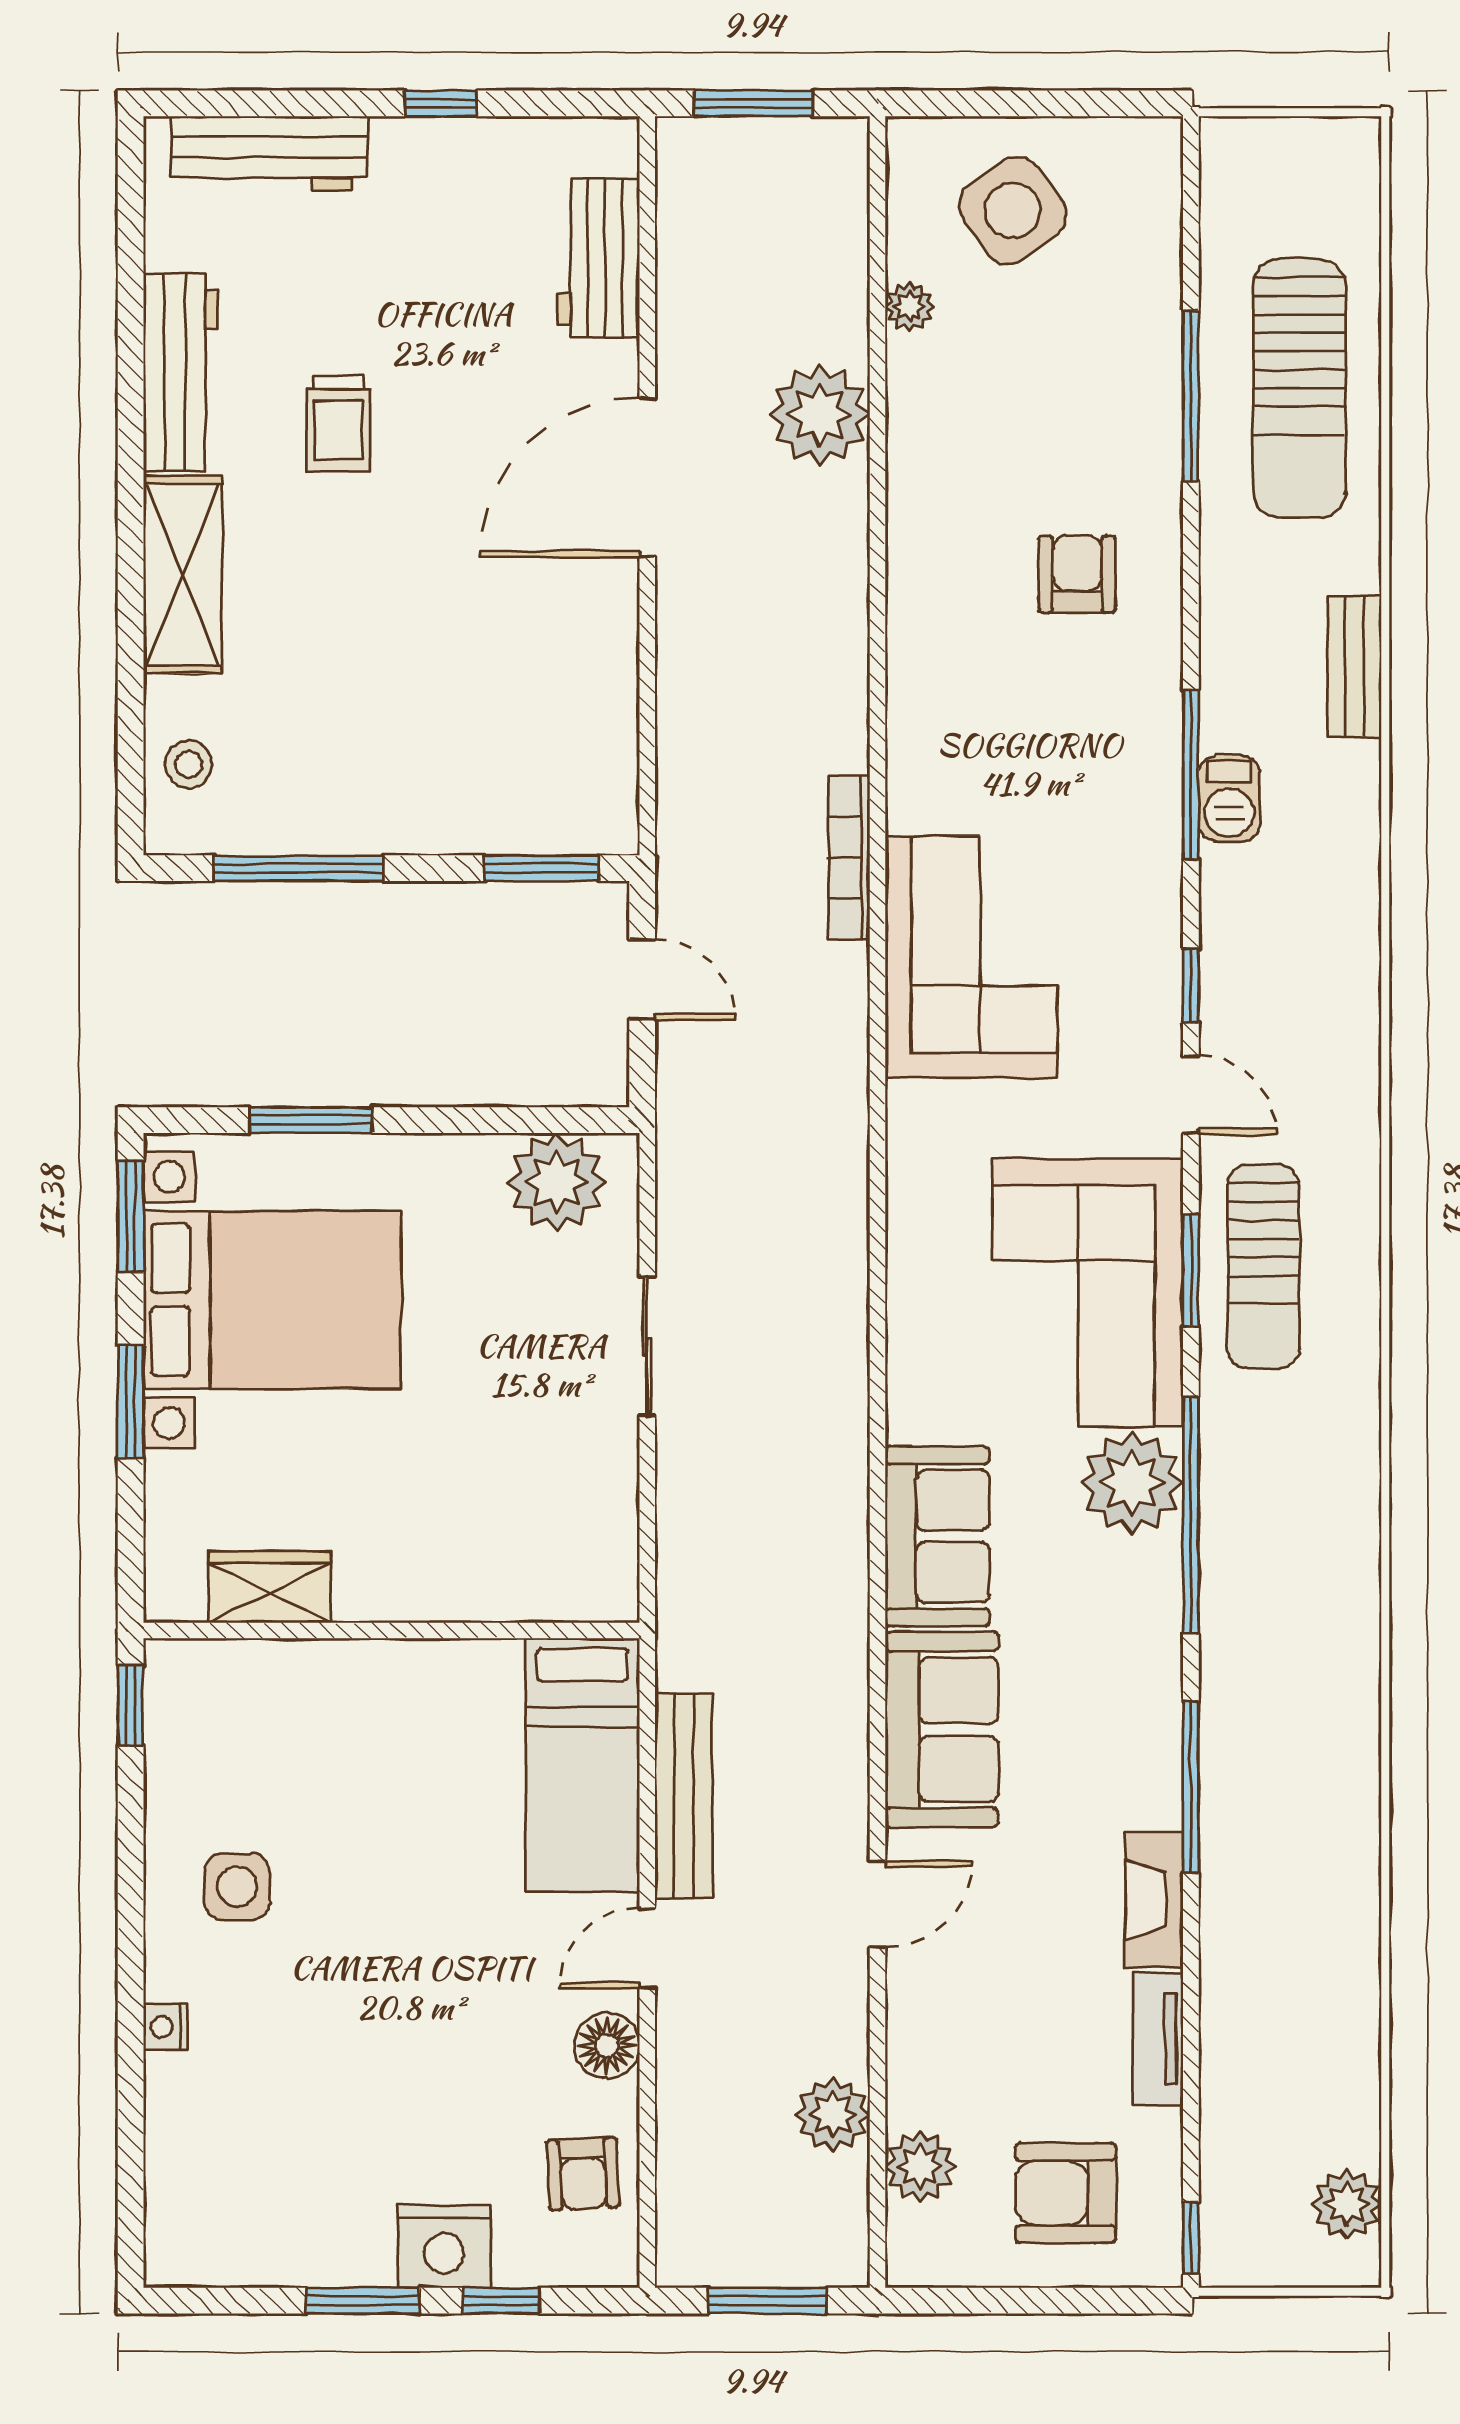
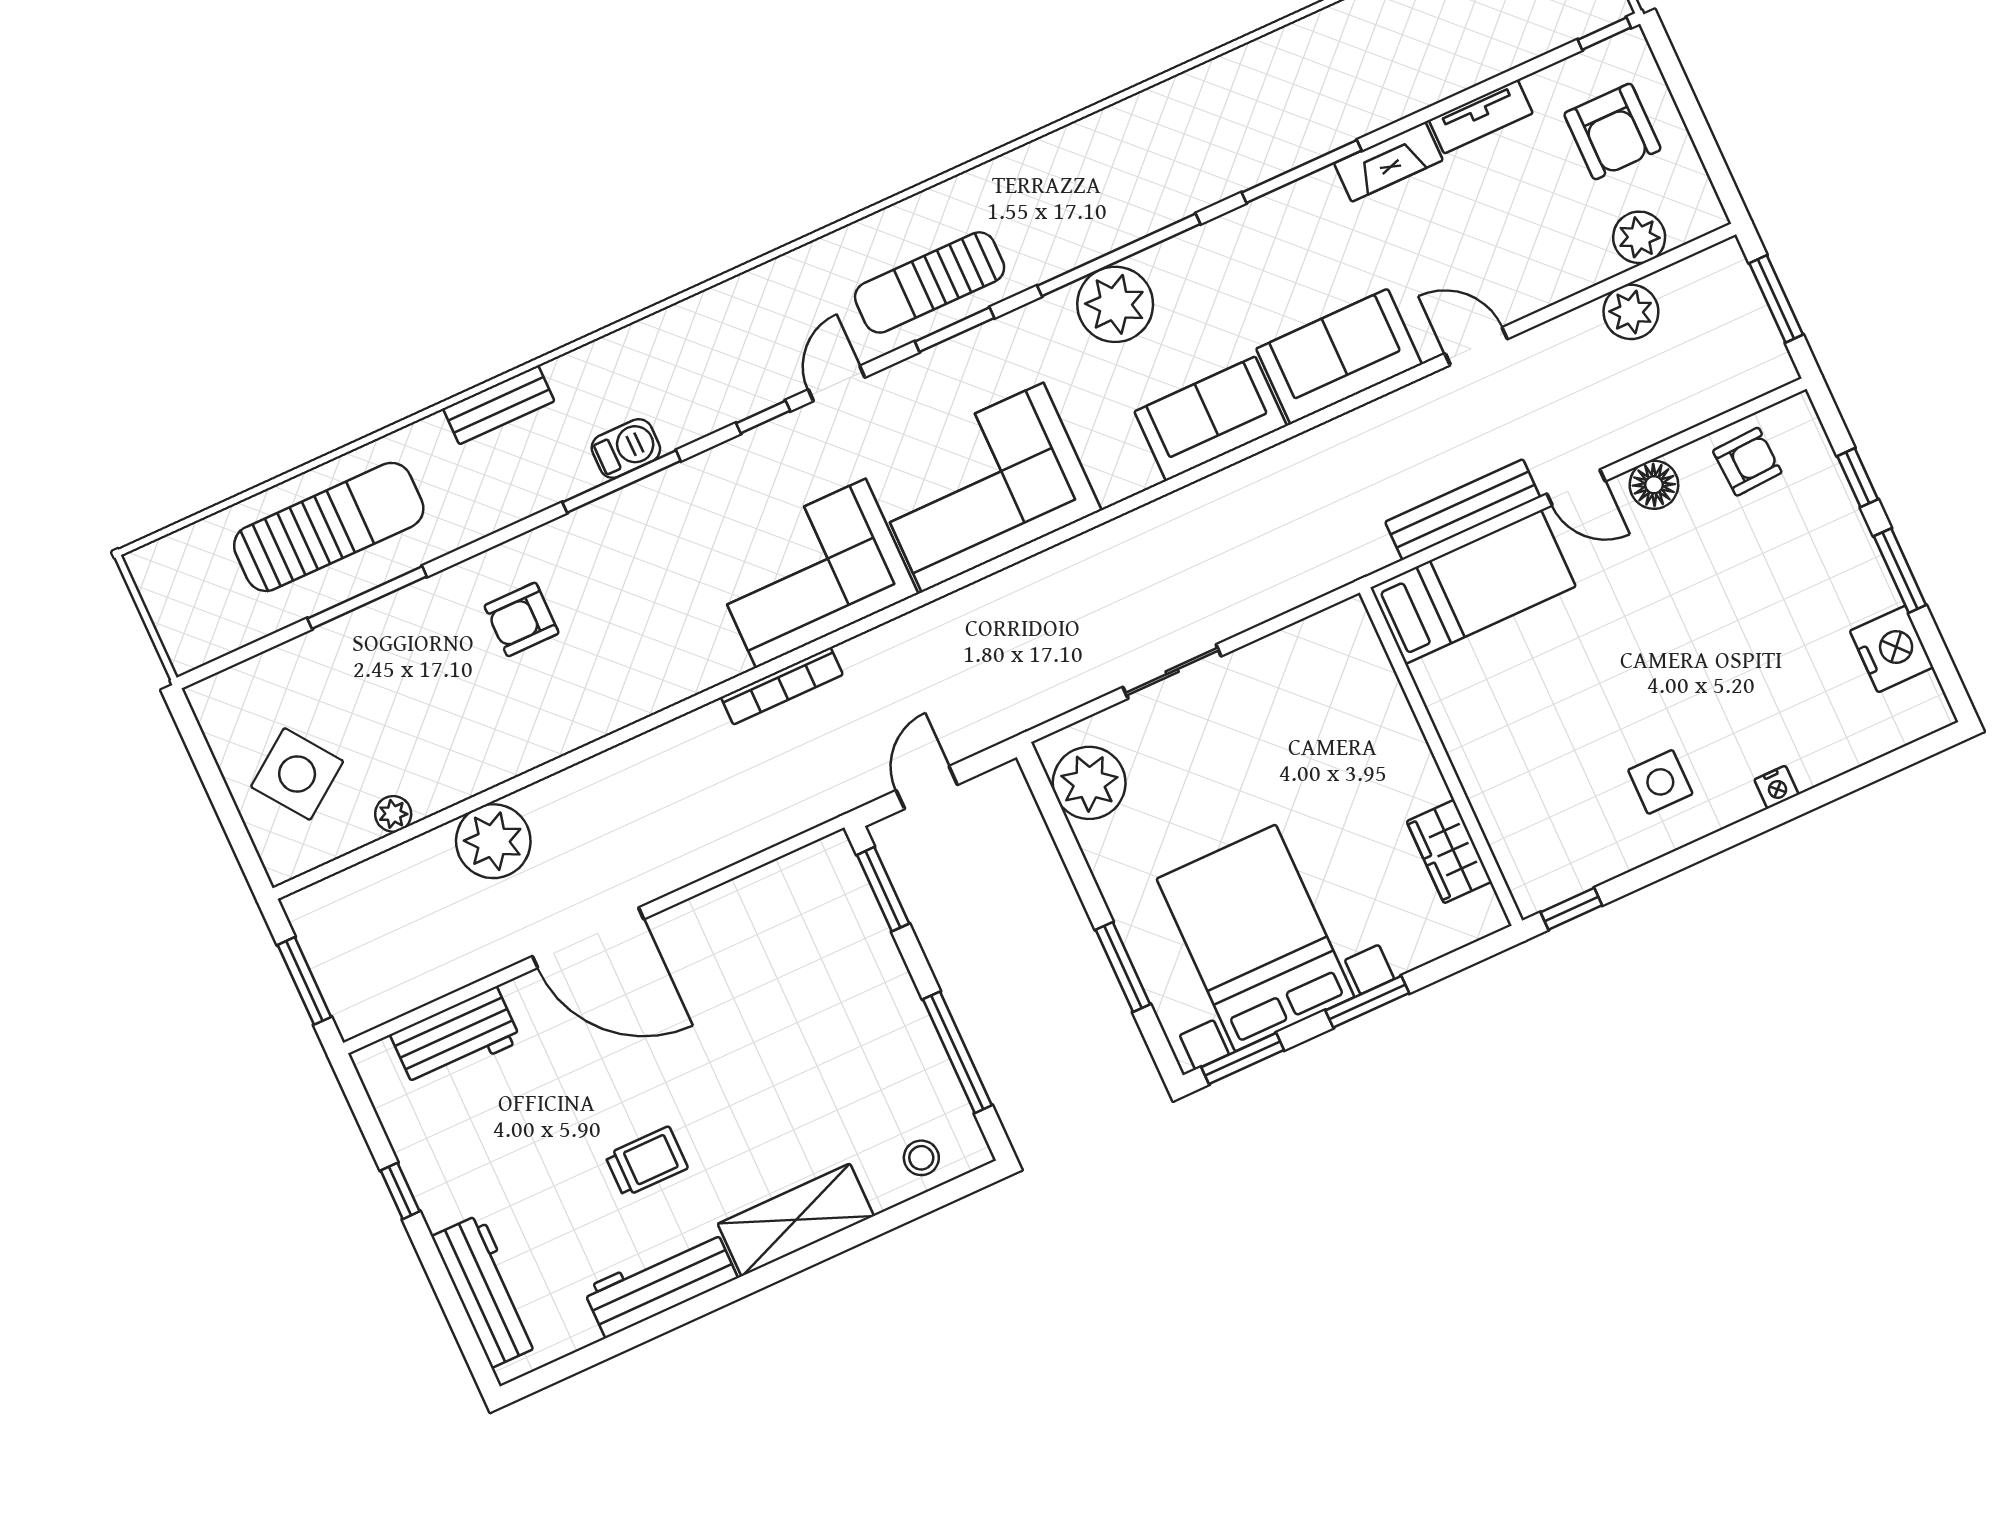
sun lounger: (1263, 1266) -> (930, 282), turned 180
corner sofa: (1088, 1293) -> (983, 487), moved, turned 180
nightstand: (444, 2246) -> (1892, 649), moved

